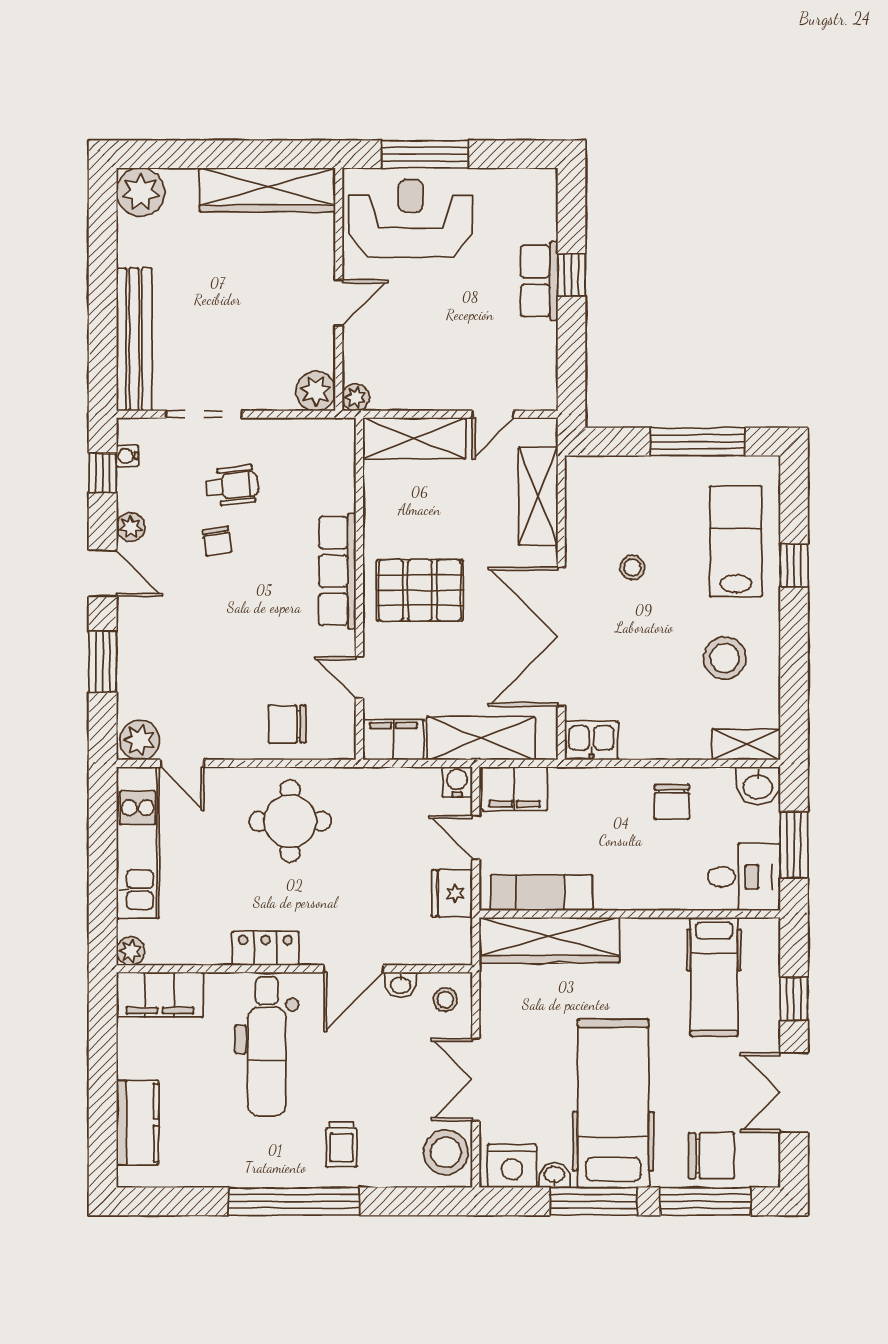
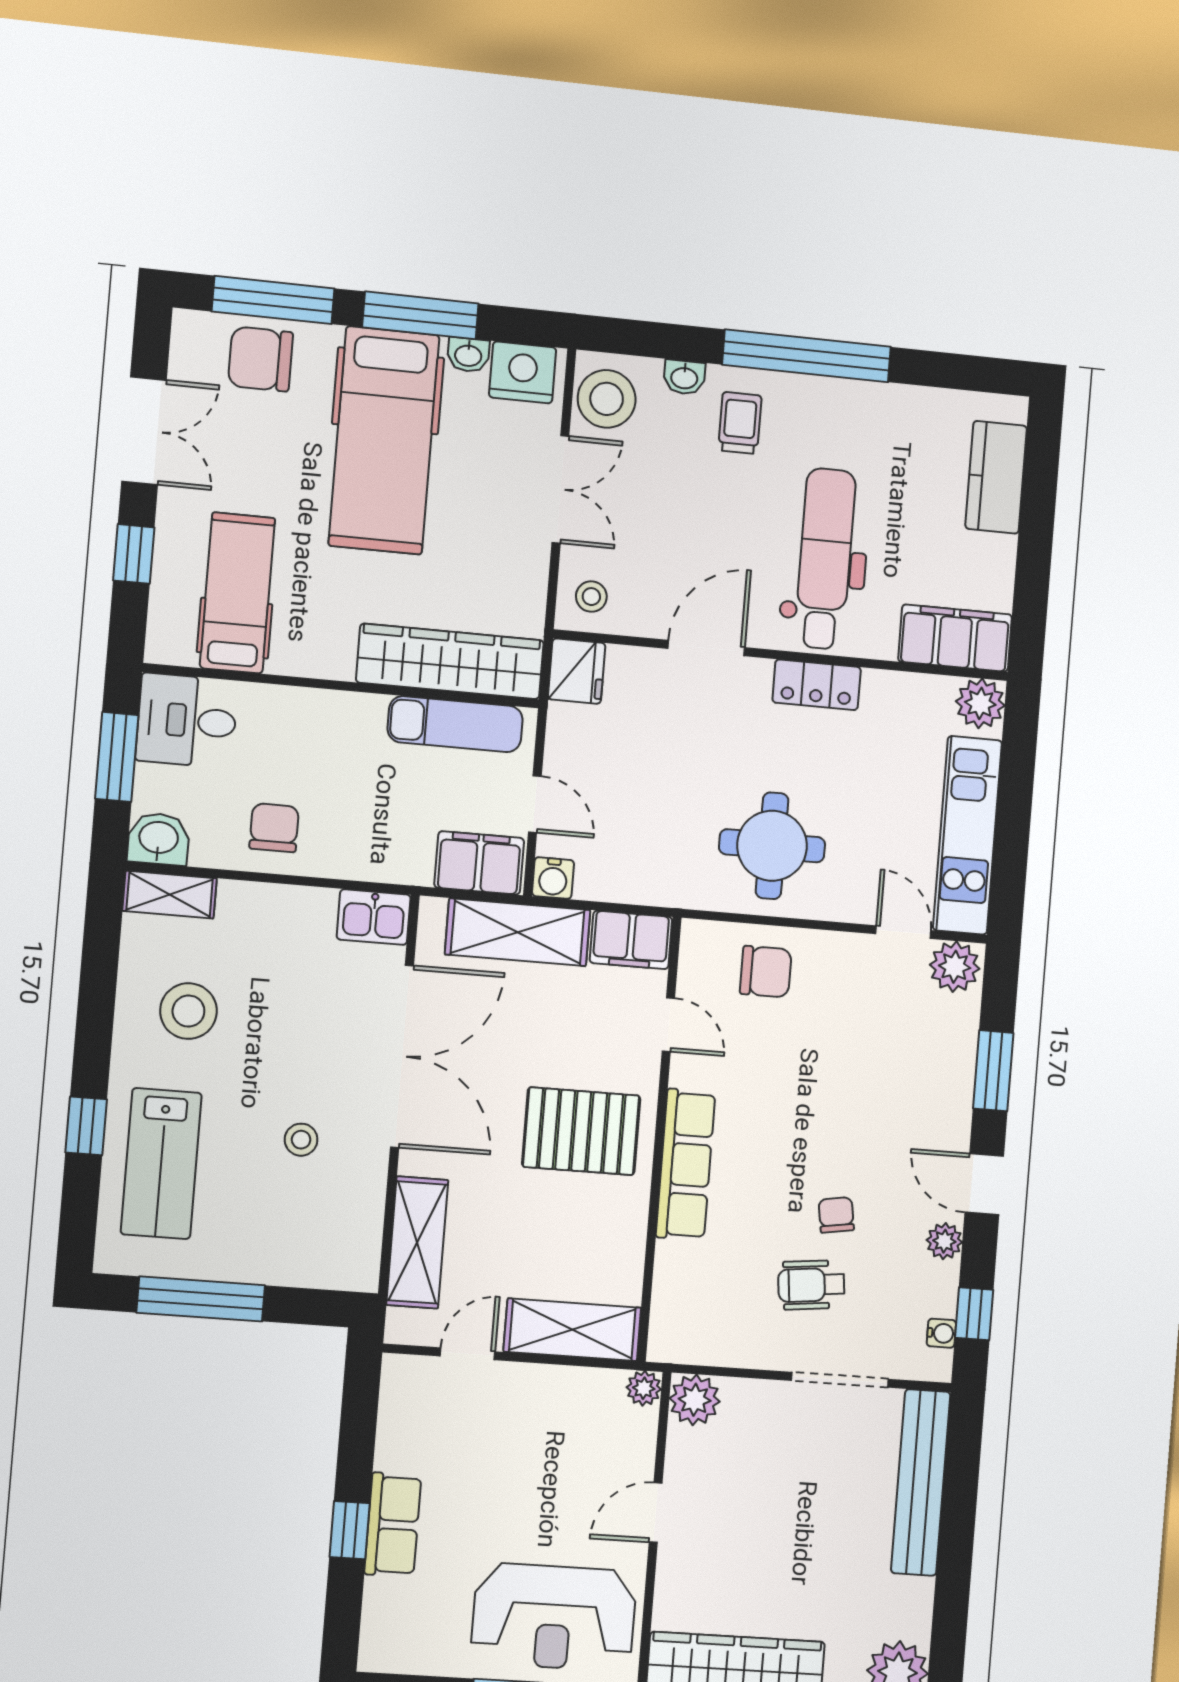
fridge: (452, 893) -> (577, 671), moved
plant: (131, 951) -> (980, 703), width x1.38, depth x1.38
washbasin: (400, 985) -> (684, 377), moved, turned 180

